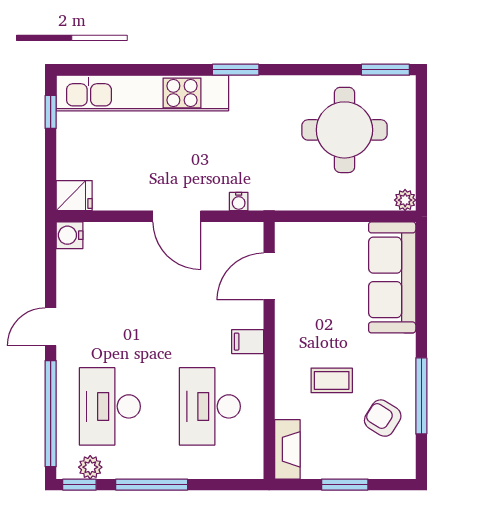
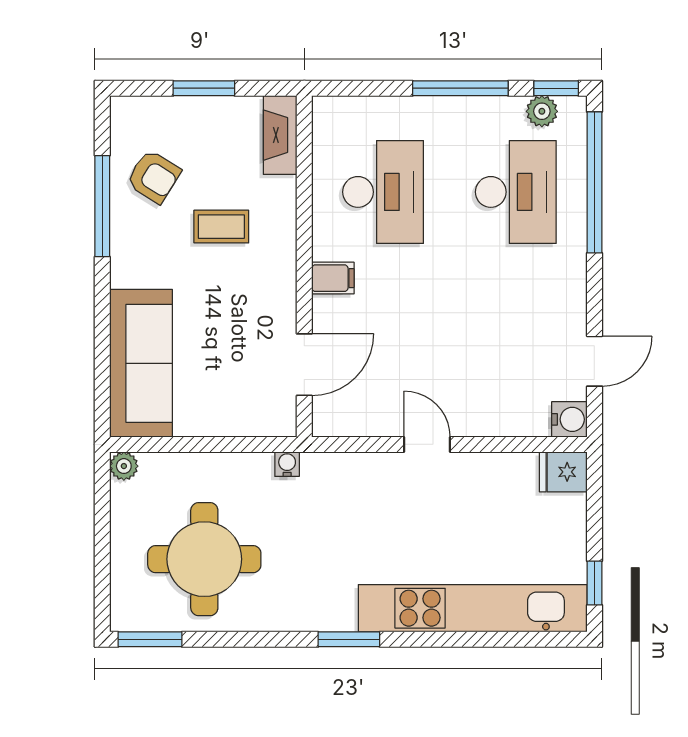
water cooler: (239, 201) -> (287, 464), moved
door: (177, 216) -> (427, 444), width x0.73
door: (51, 327) -> (594, 361), moved

